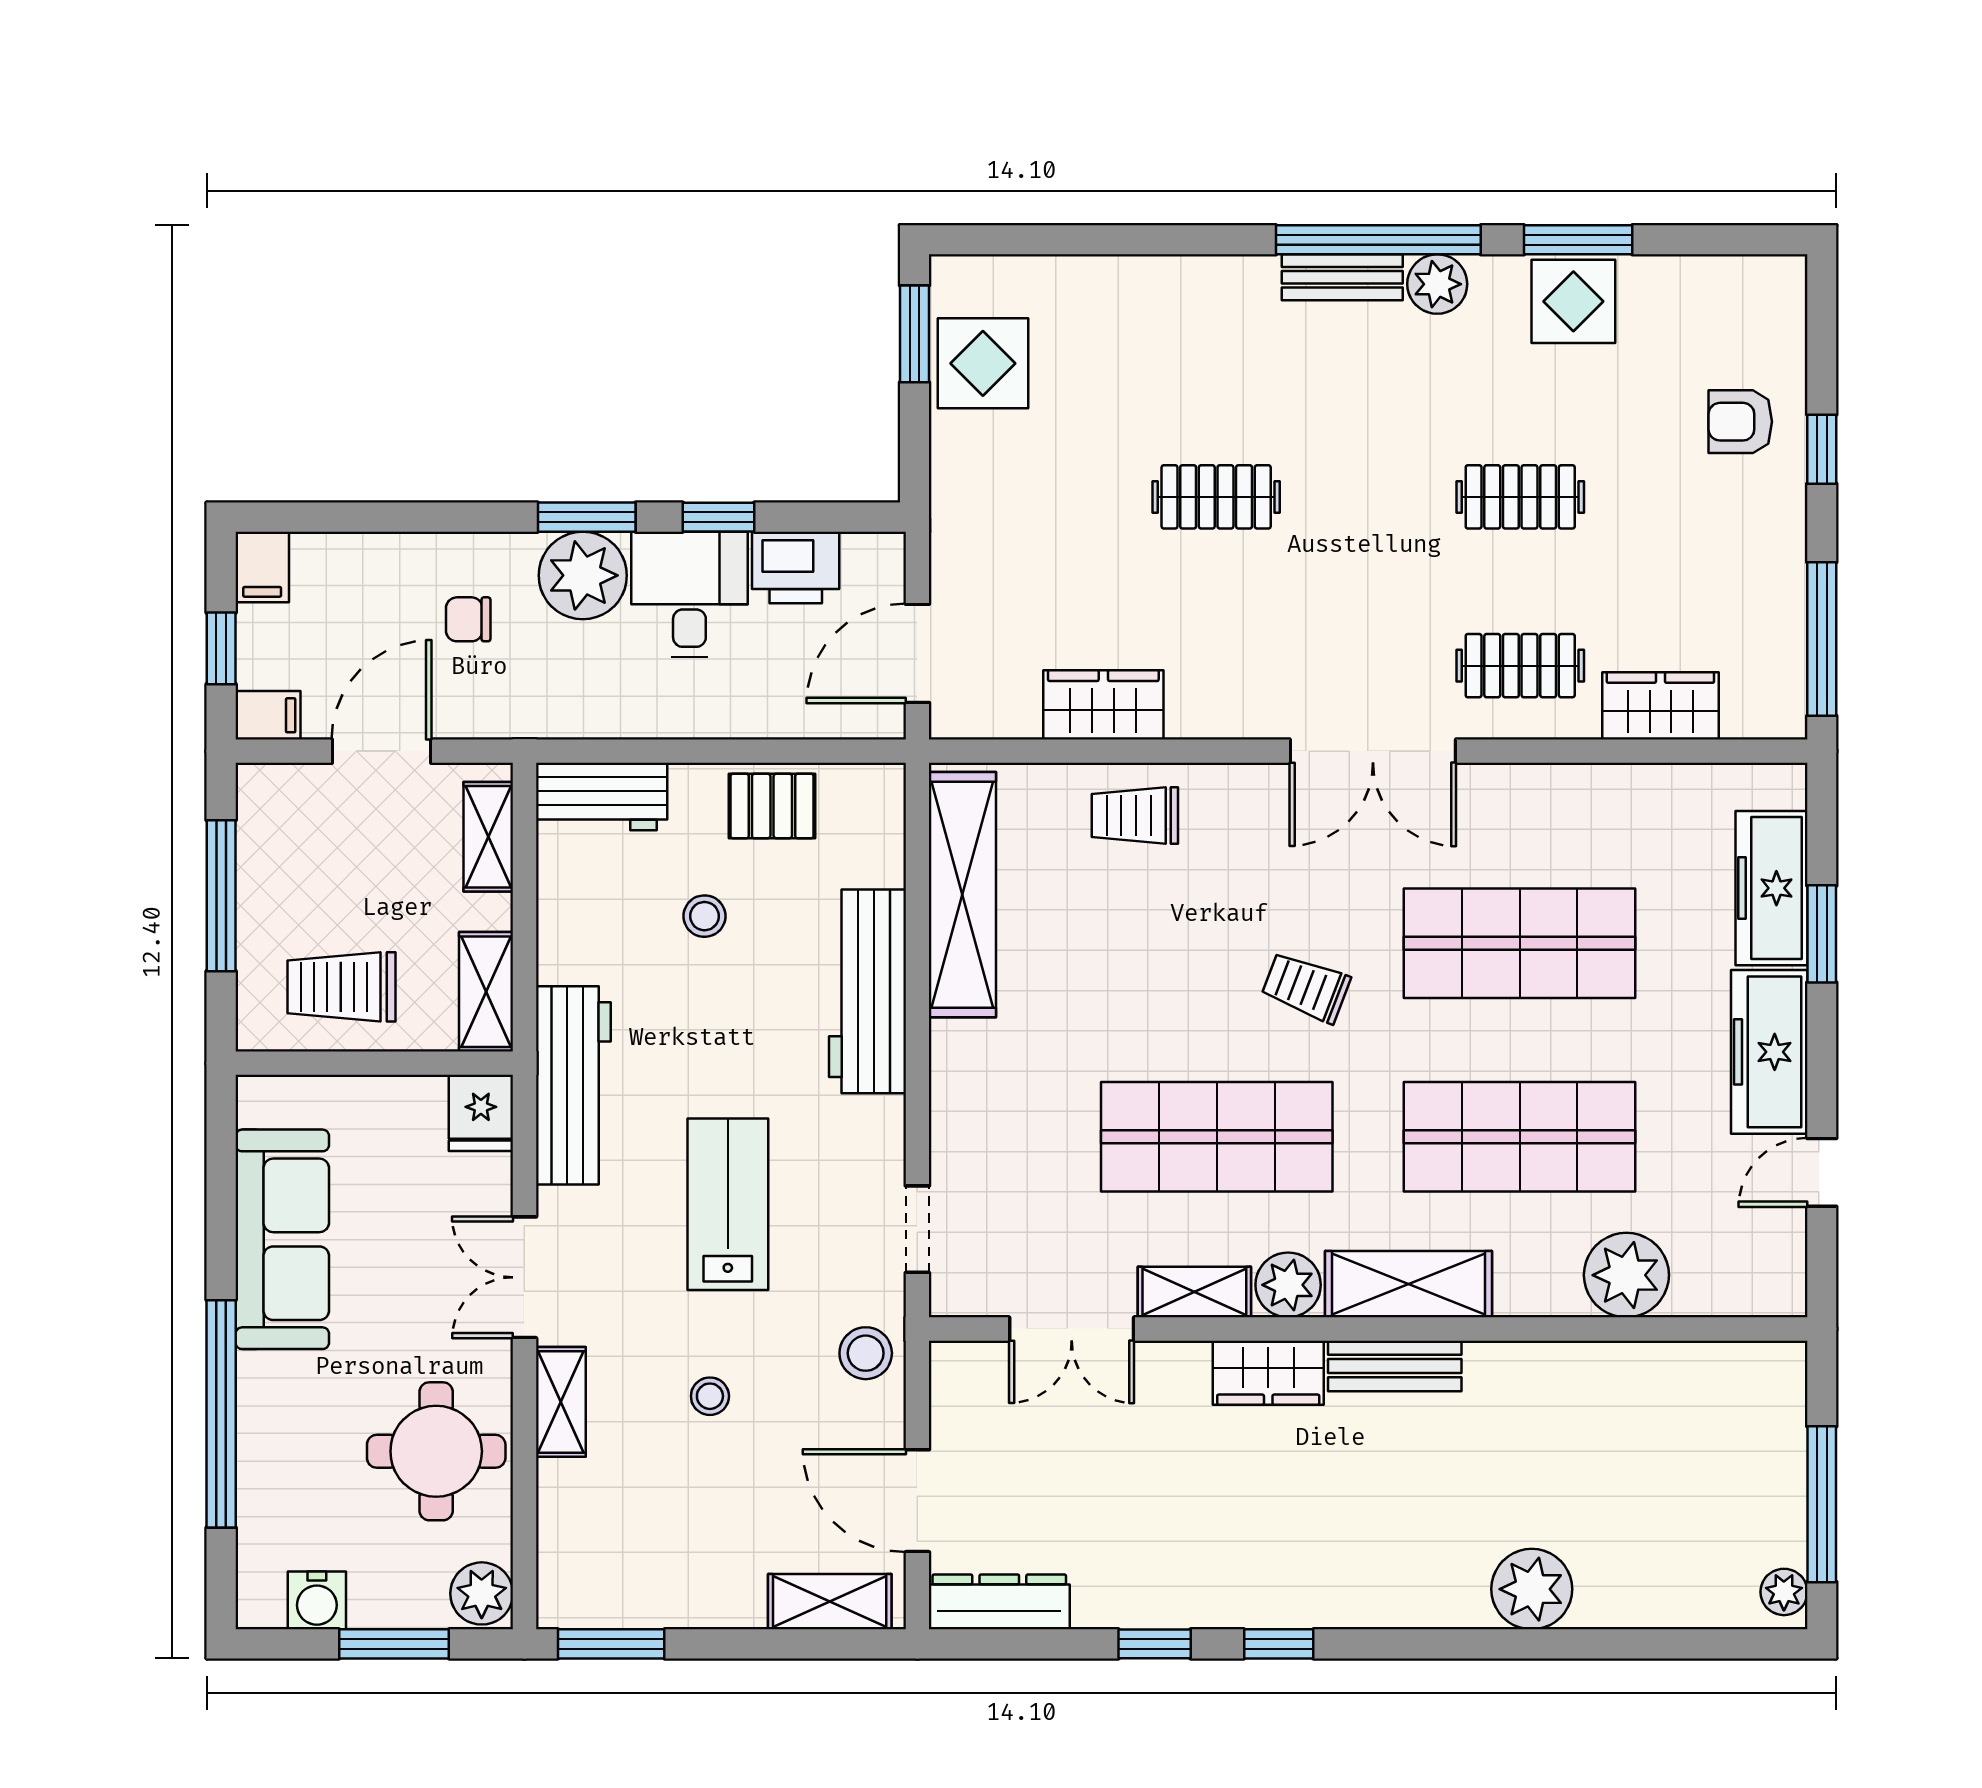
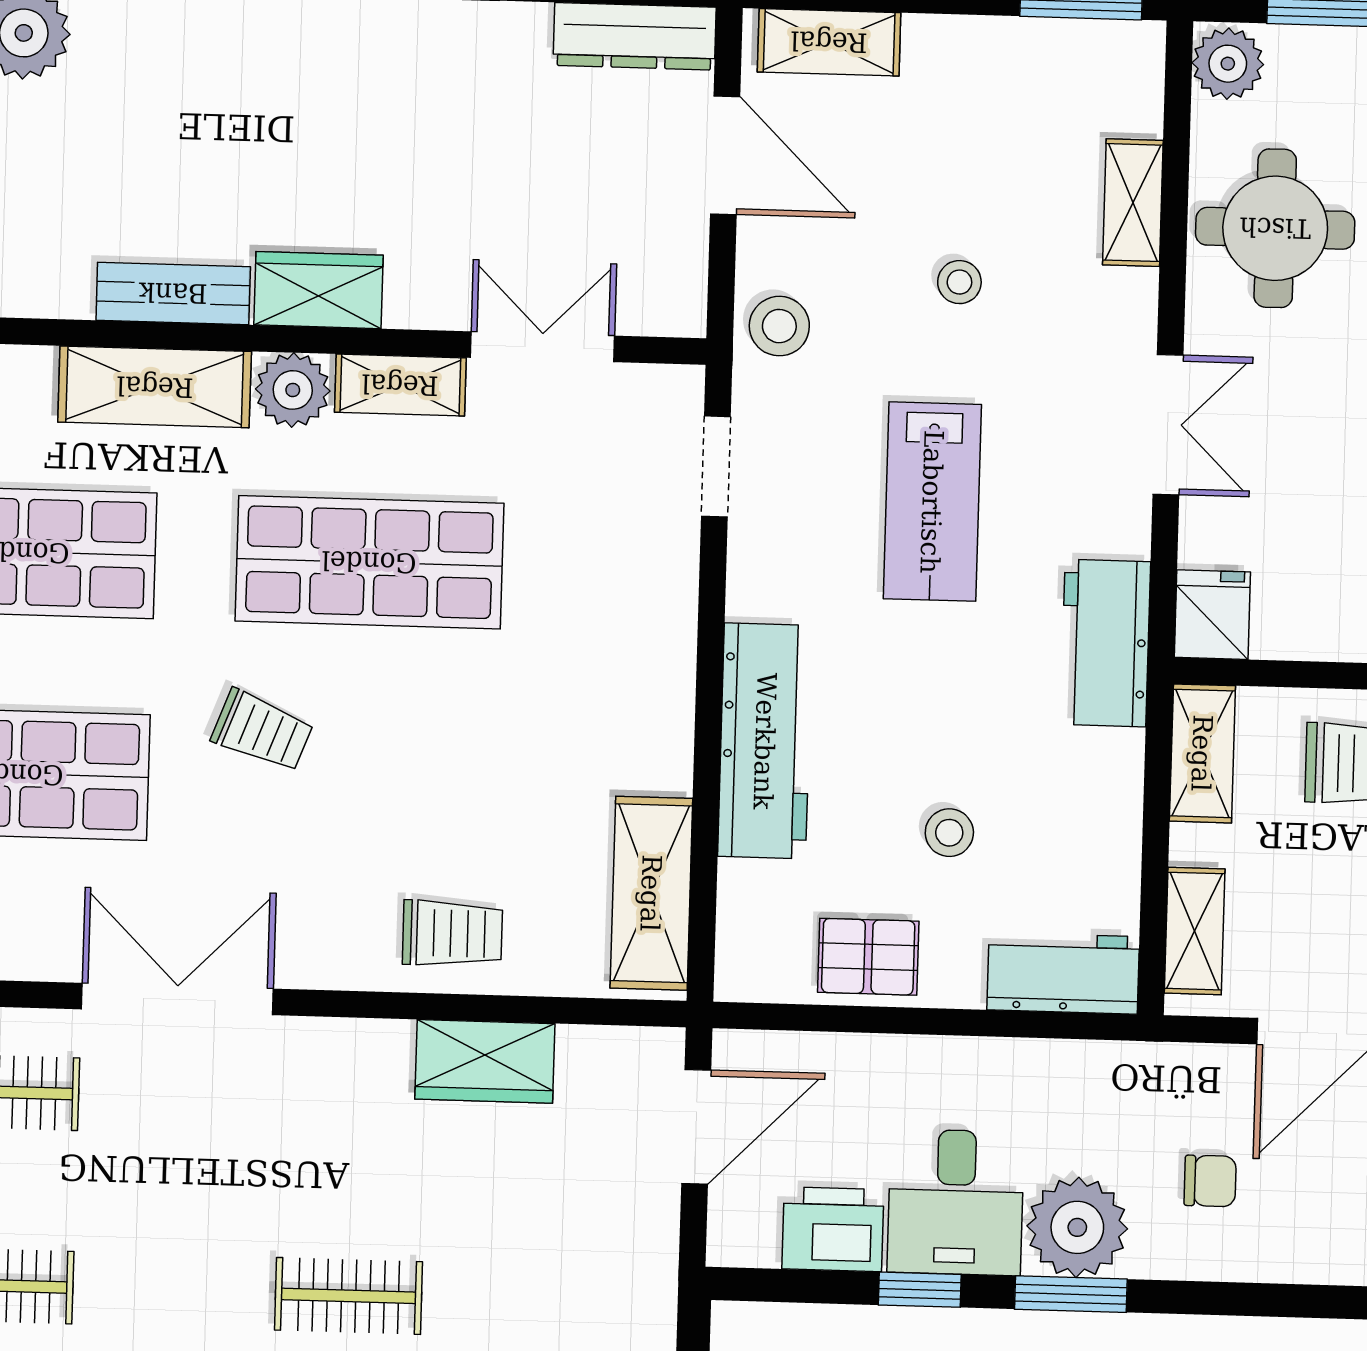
shelving: (962, 895) -> (651, 893), width x0.68
workbench: (573, 1085) -> (1105, 643), width x0.73
shelving: (561, 1402) -> (1133, 203), moved

